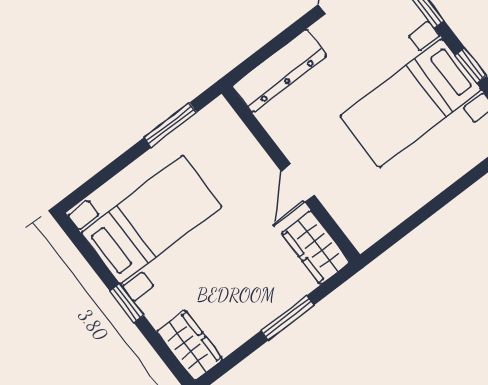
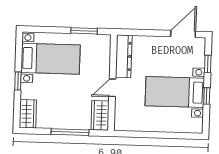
dresser: (279, 71) -> (124, 56), moved, turned -90
window: (287, 318) -> (70, 132), width x1.44

